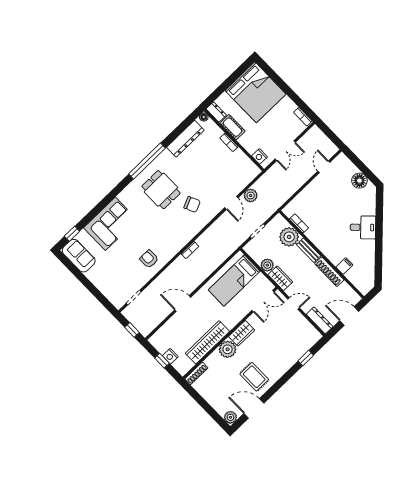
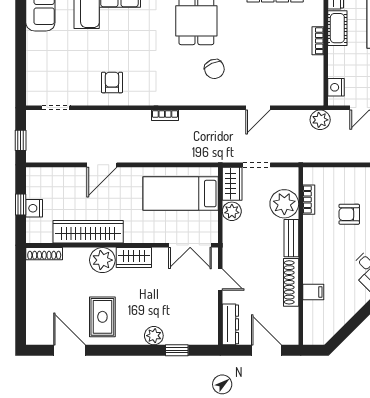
plant: (251, 195) -> (320, 120), moved
armchair: (325, 212) -> (349, 214), added
wardrobe: (280, 278) -> (232, 184), moved
door: (183, 304) -> (102, 165), swing flipped
plant: (230, 417) -> (154, 336), moved

